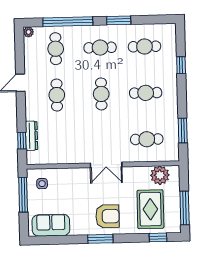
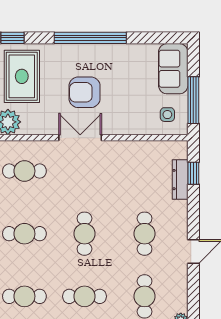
armchair: (107, 216) -> (85, 92), moved
sofa: (51, 225) -> (173, 69), moved, turned 90
window: (100, 239) -> (90, 38), width x2.11

